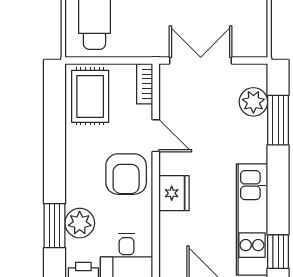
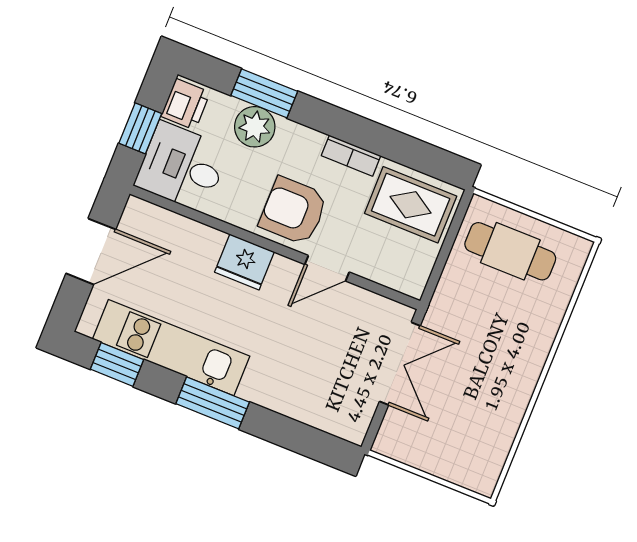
bookcase: (145, 84) -> (351, 156), moved, turned 180
plant: (253, 102) -> (320, 410), removed
window: (278, 120) -> (213, 403), moved

